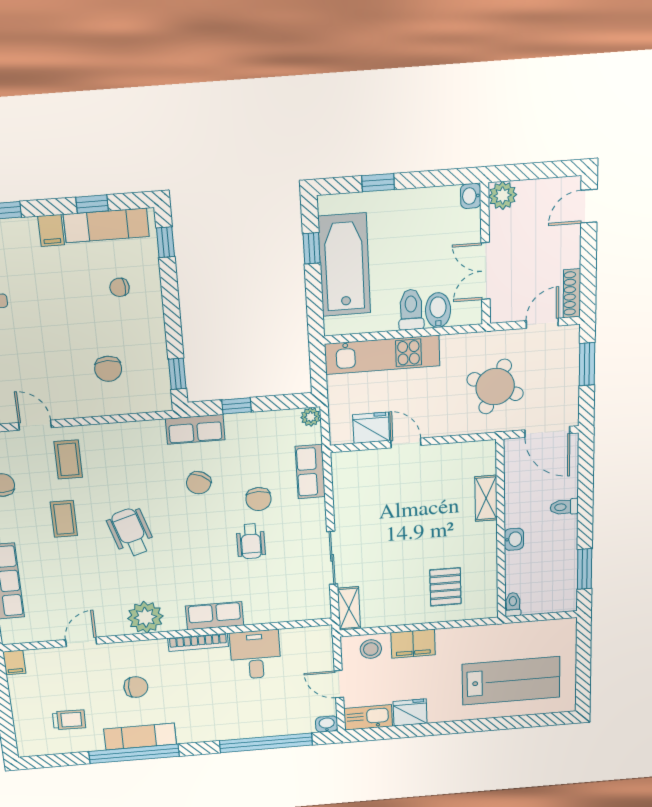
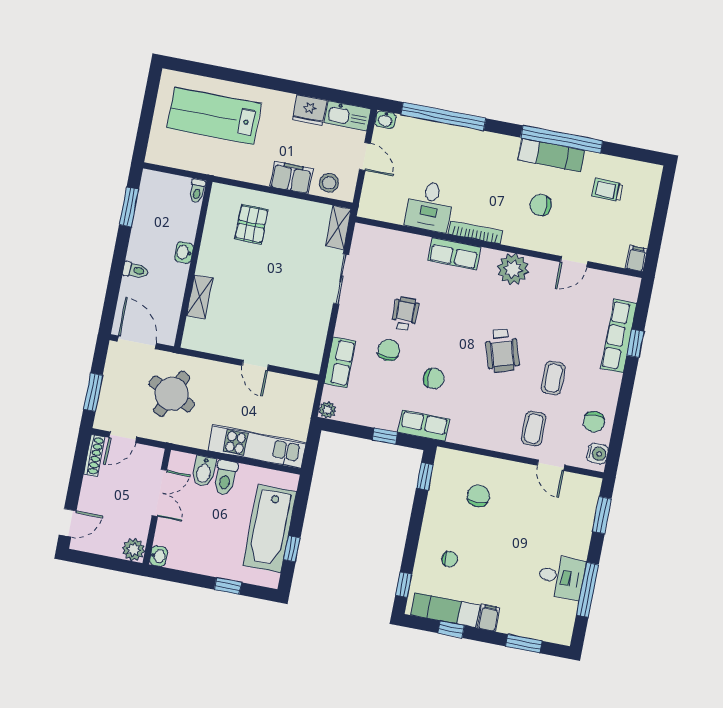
fridge: (371, 428) -> (281, 387), removed
chair: (199, 483) -> (434, 378), turned 62

